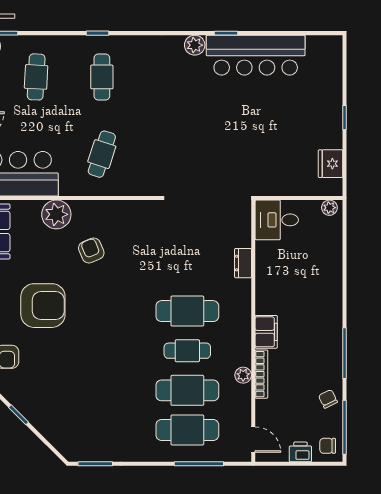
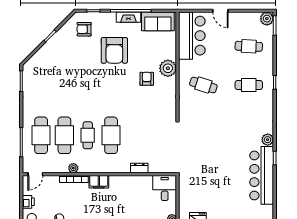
plant: (56, 214) -> (168, 68), moved
armchair: (91, 250) -> (147, 79), turned -67

